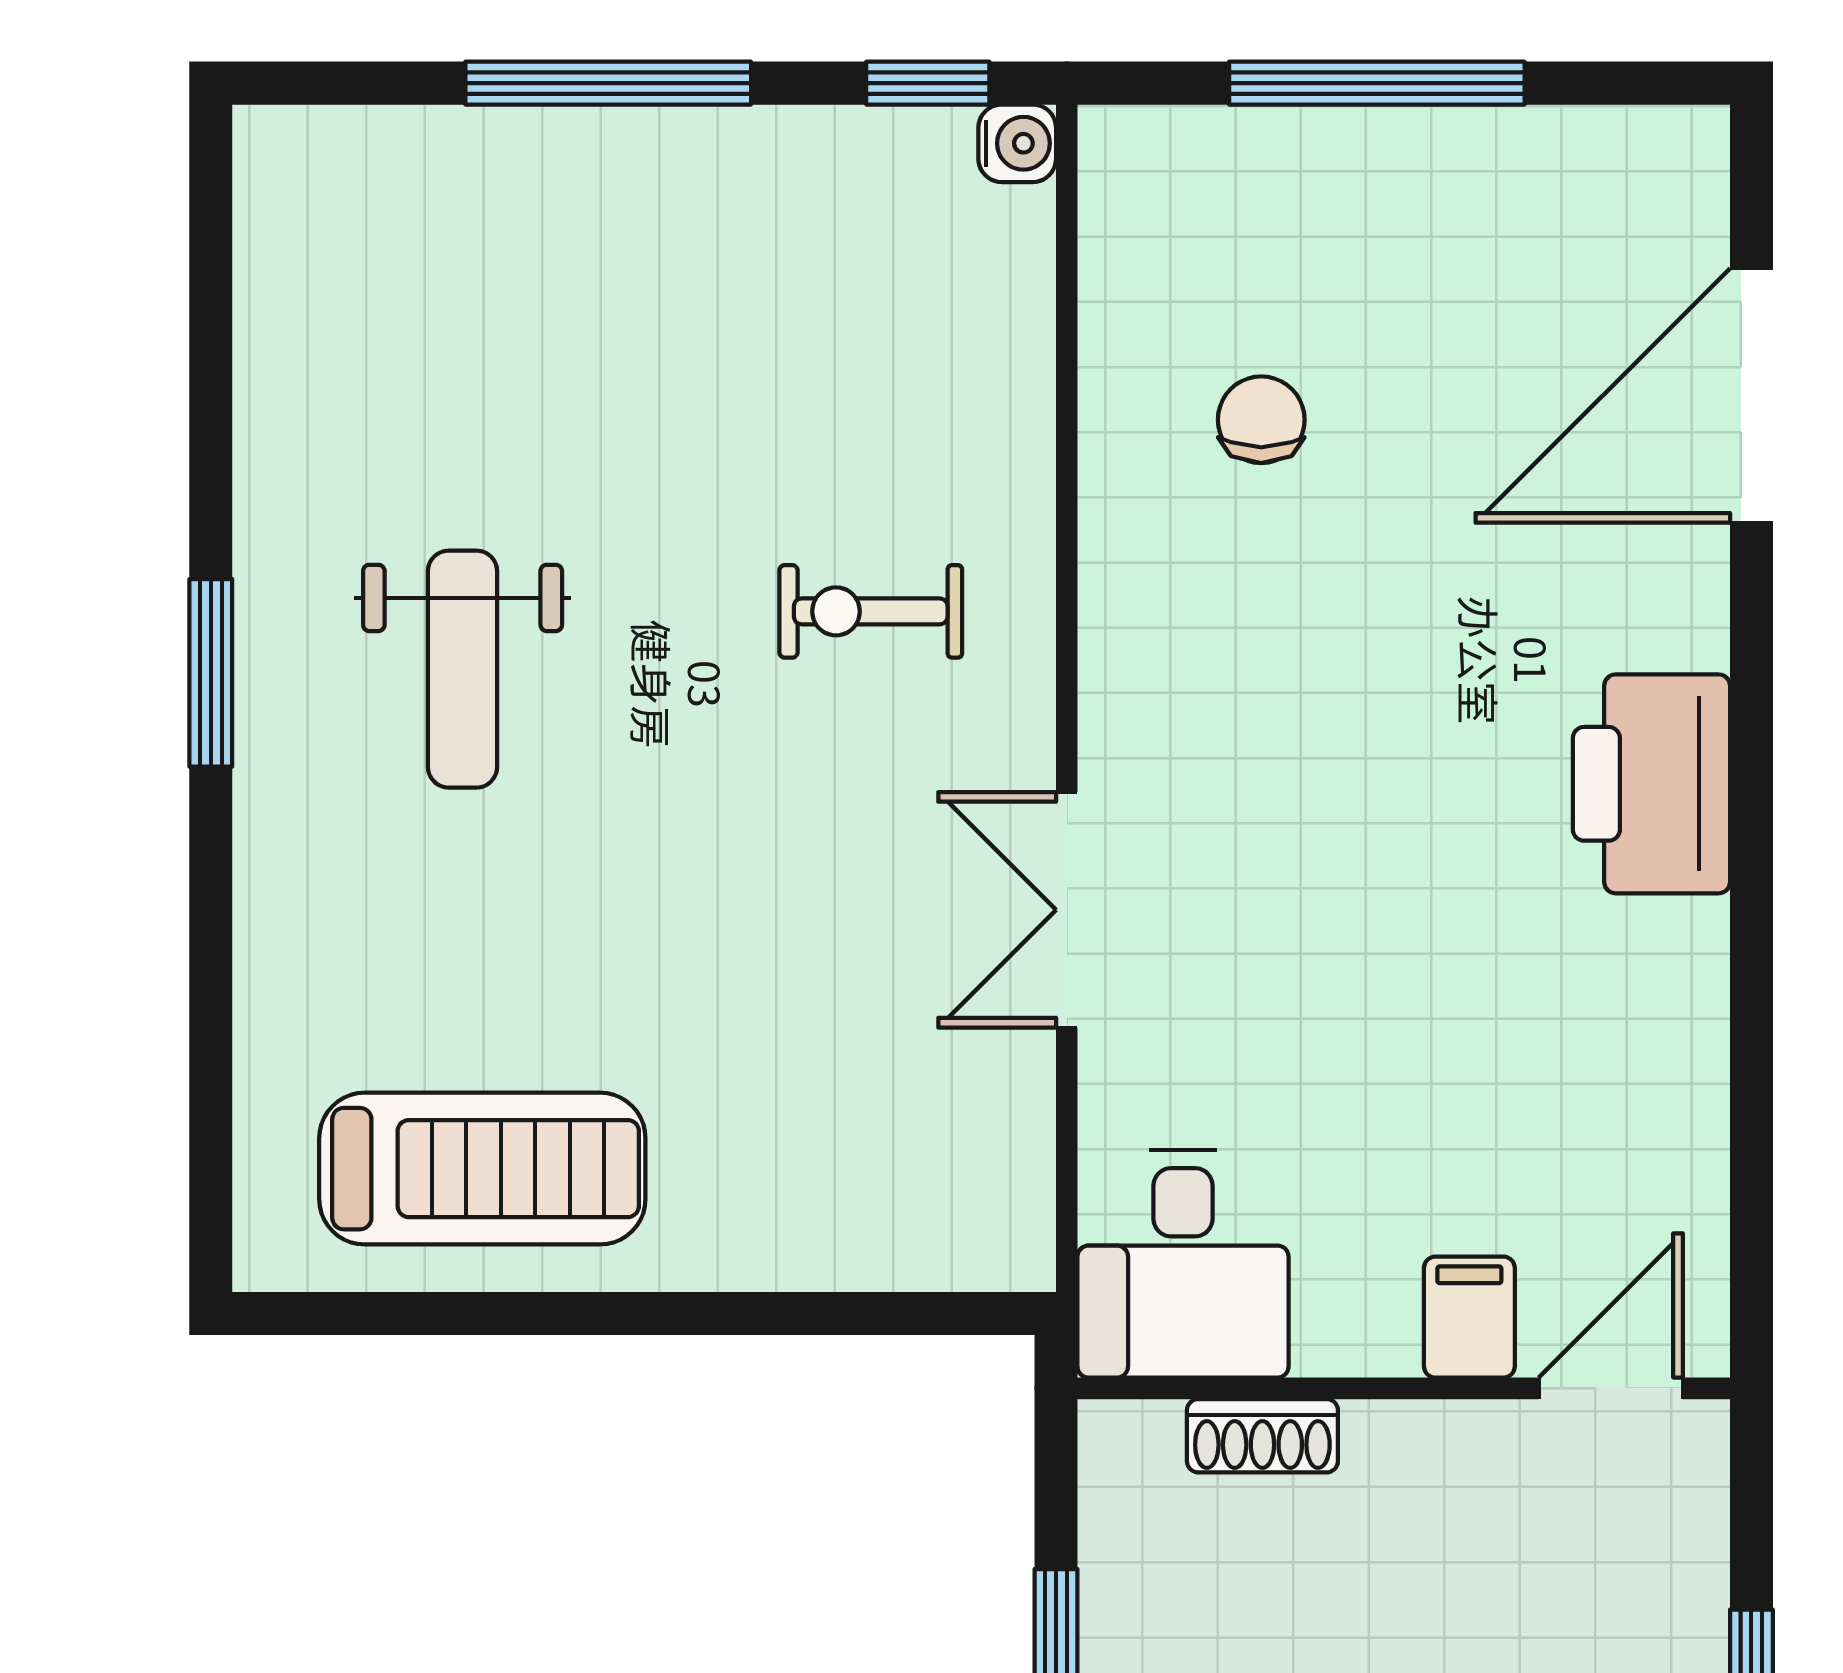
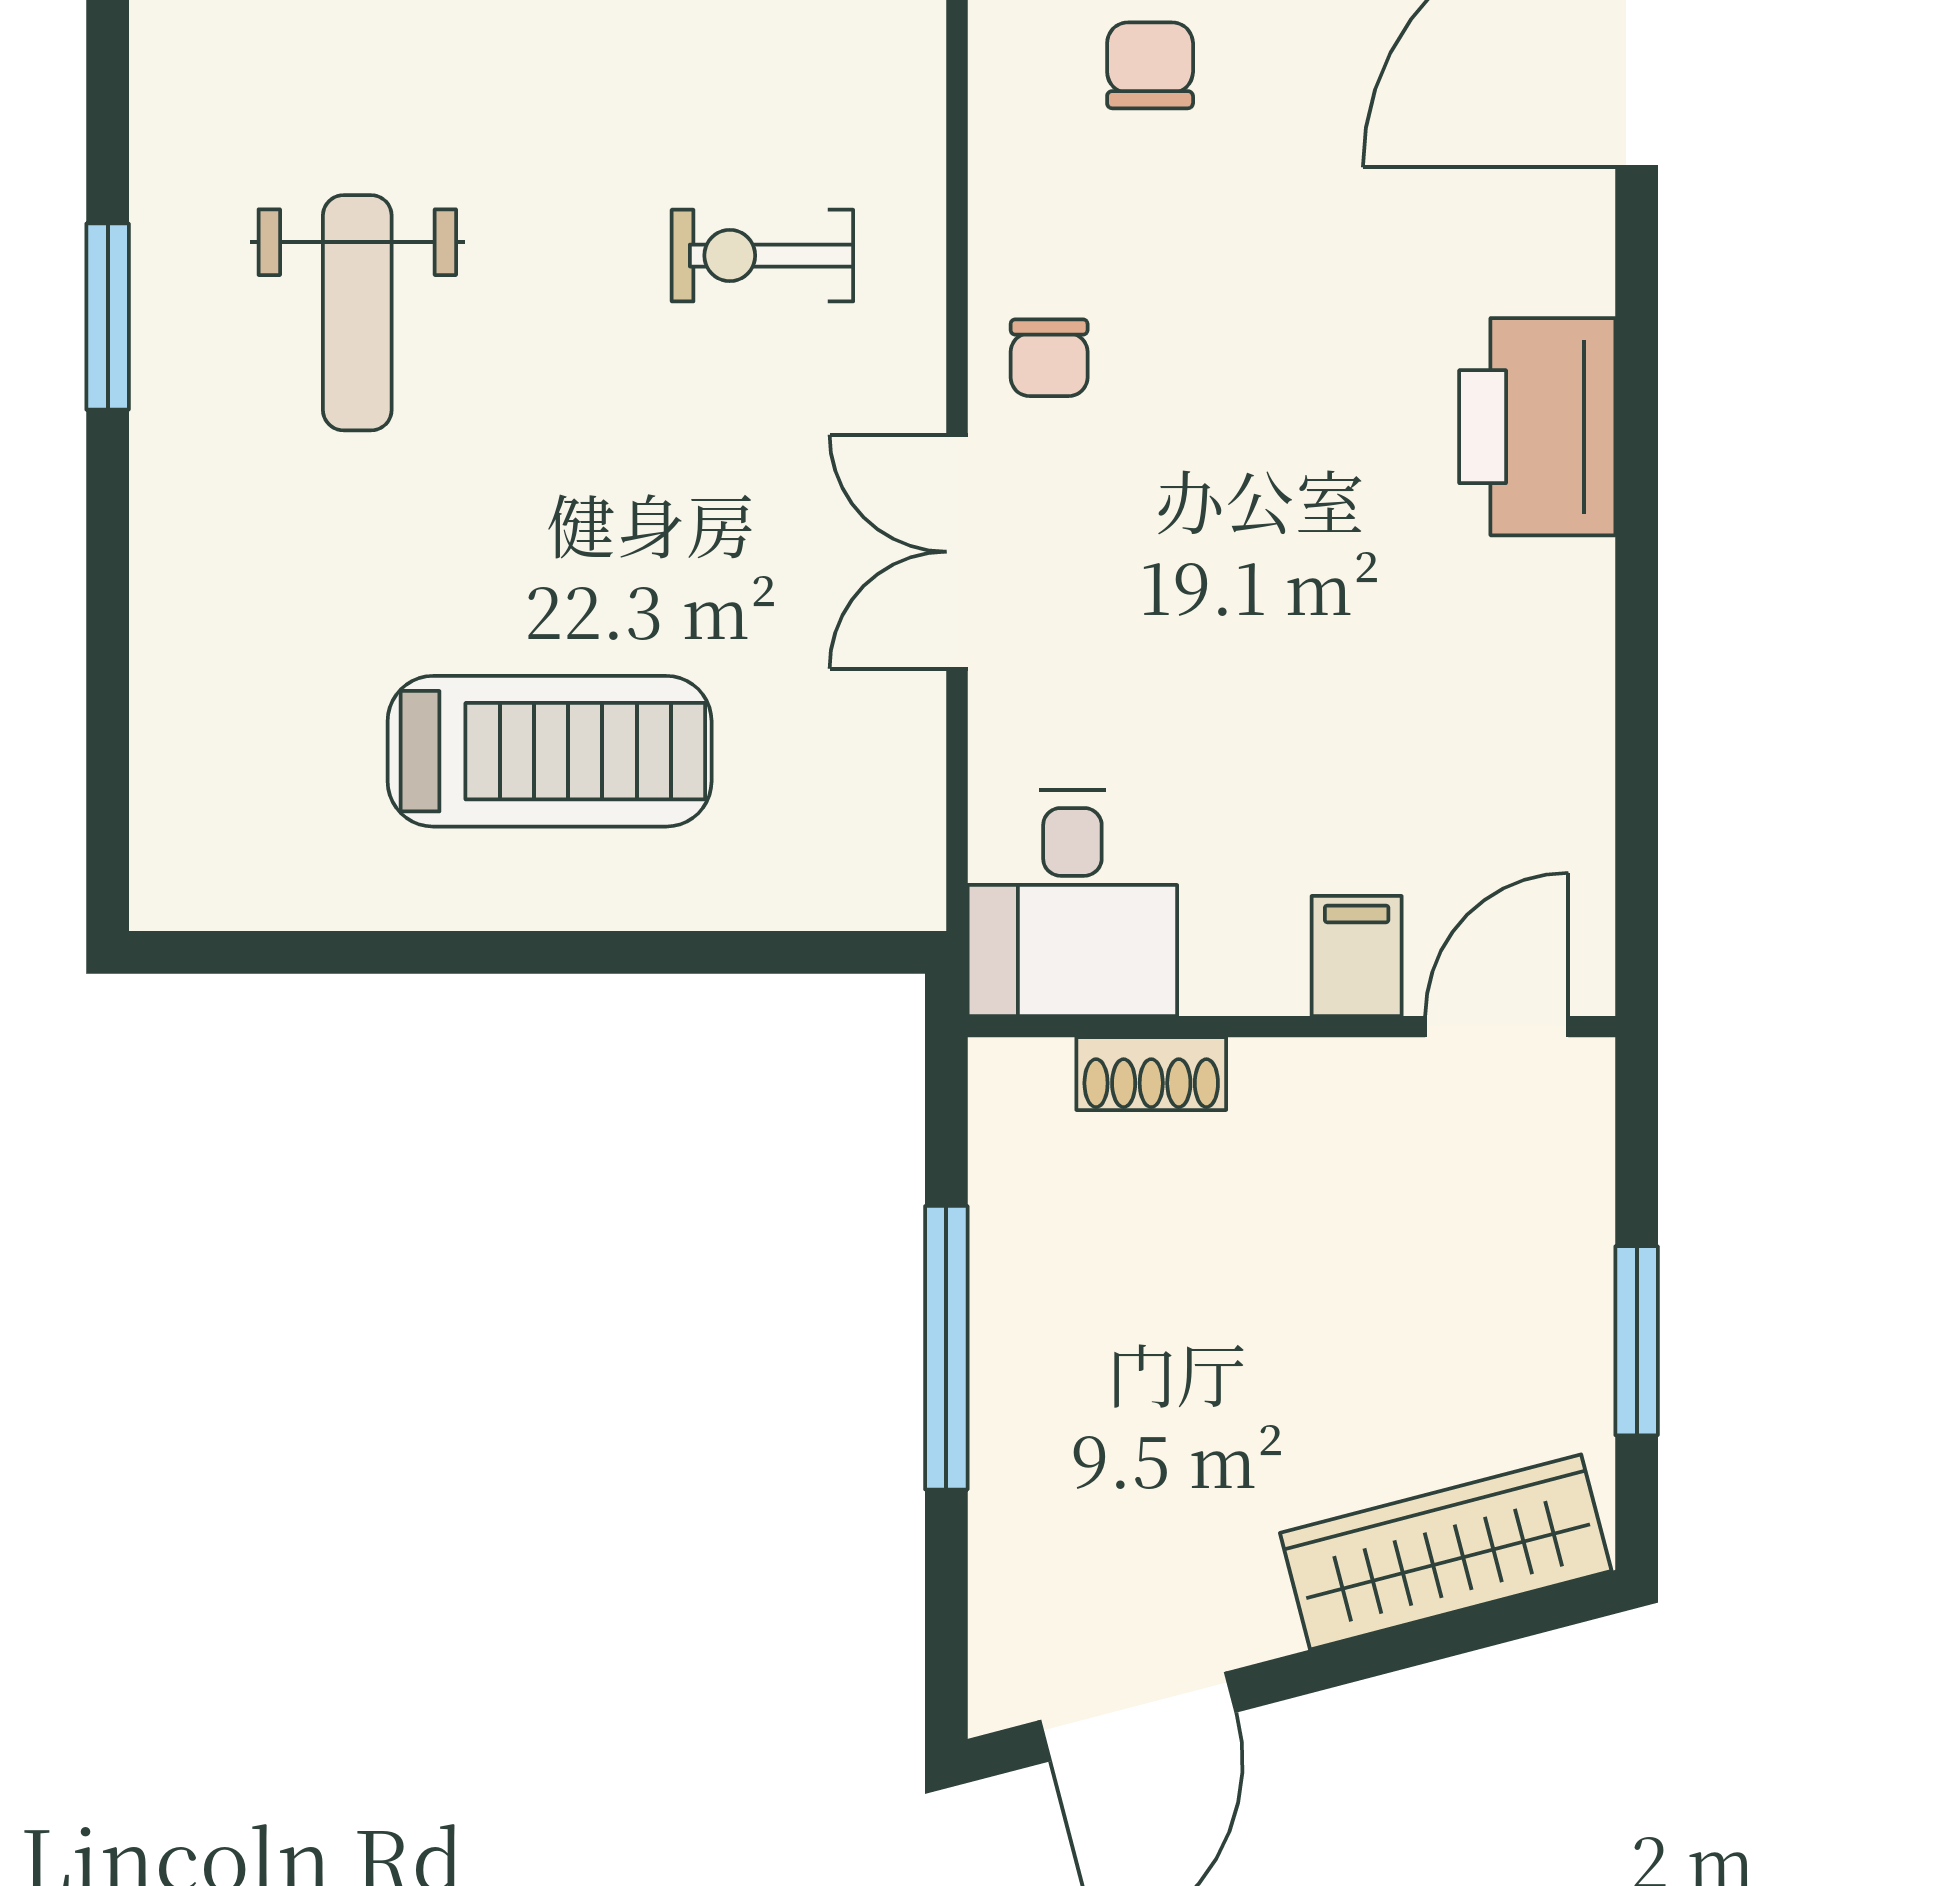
chair: (1160, 714) -> (1049, 358), added
treadmill: (482, 1169) -> (550, 751), moved

